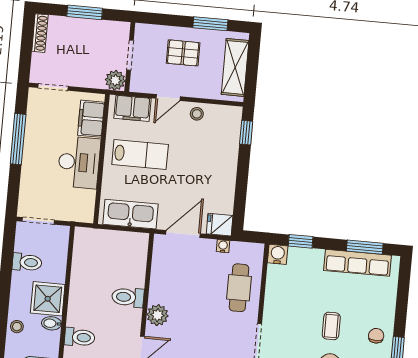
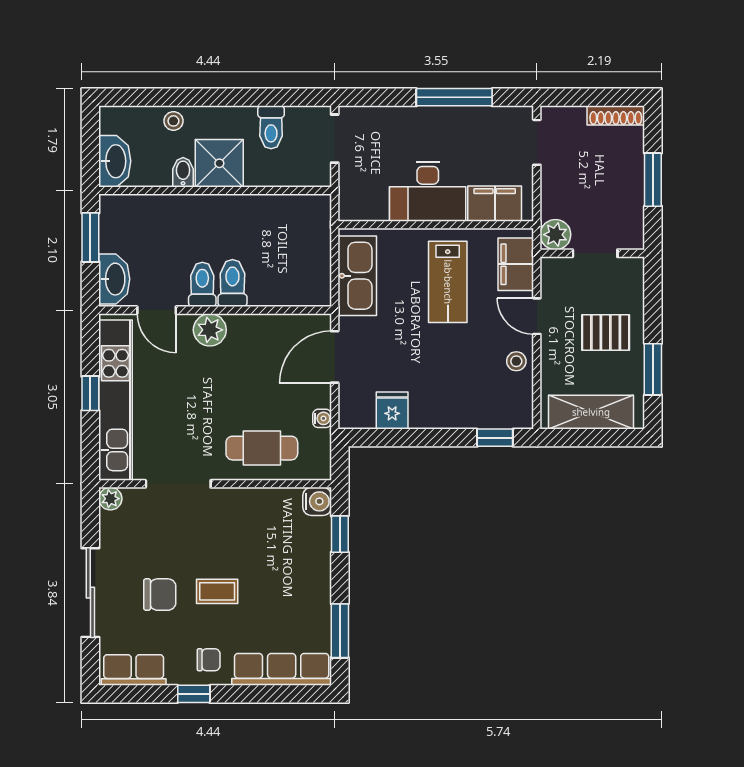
pallet: (183, 53) -> (606, 332), turned 90
fridge: (220, 225) -> (392, 410), moved
door: (183, 234) -> (335, 357), swing flipped
row of seats: (357, 263) -> (282, 669), moved, turned 90
toilet: (80, 337) -> (202, 284), moved, turned 180

